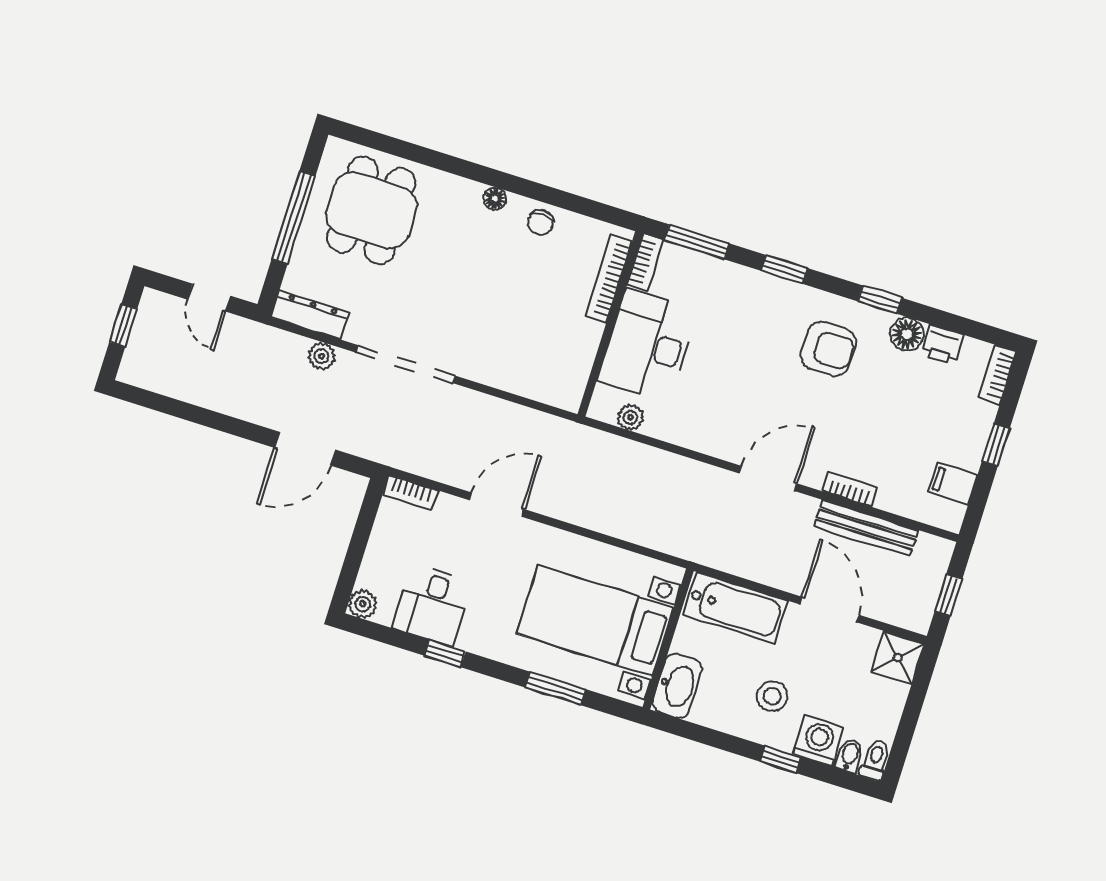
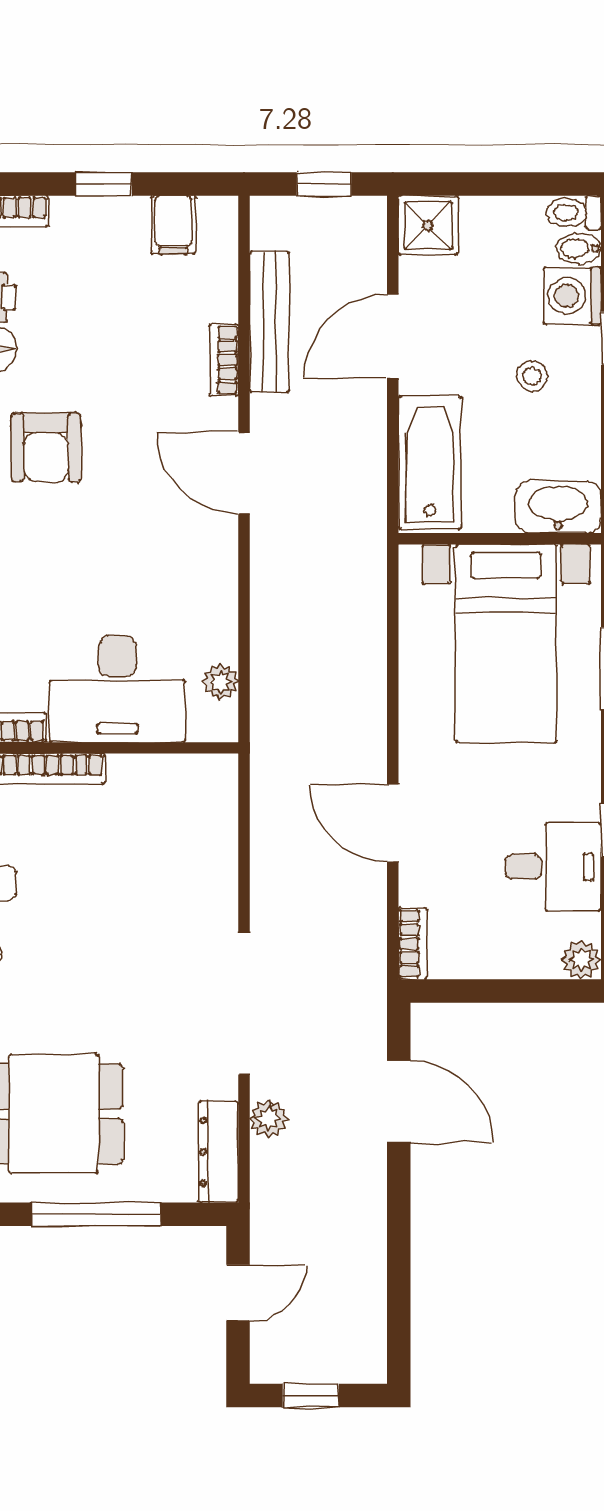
armchair: (828, 349) -> (46, 448), turned 180
stool: (772, 696) -> (532, 376), width x0.73, depth x0.73

